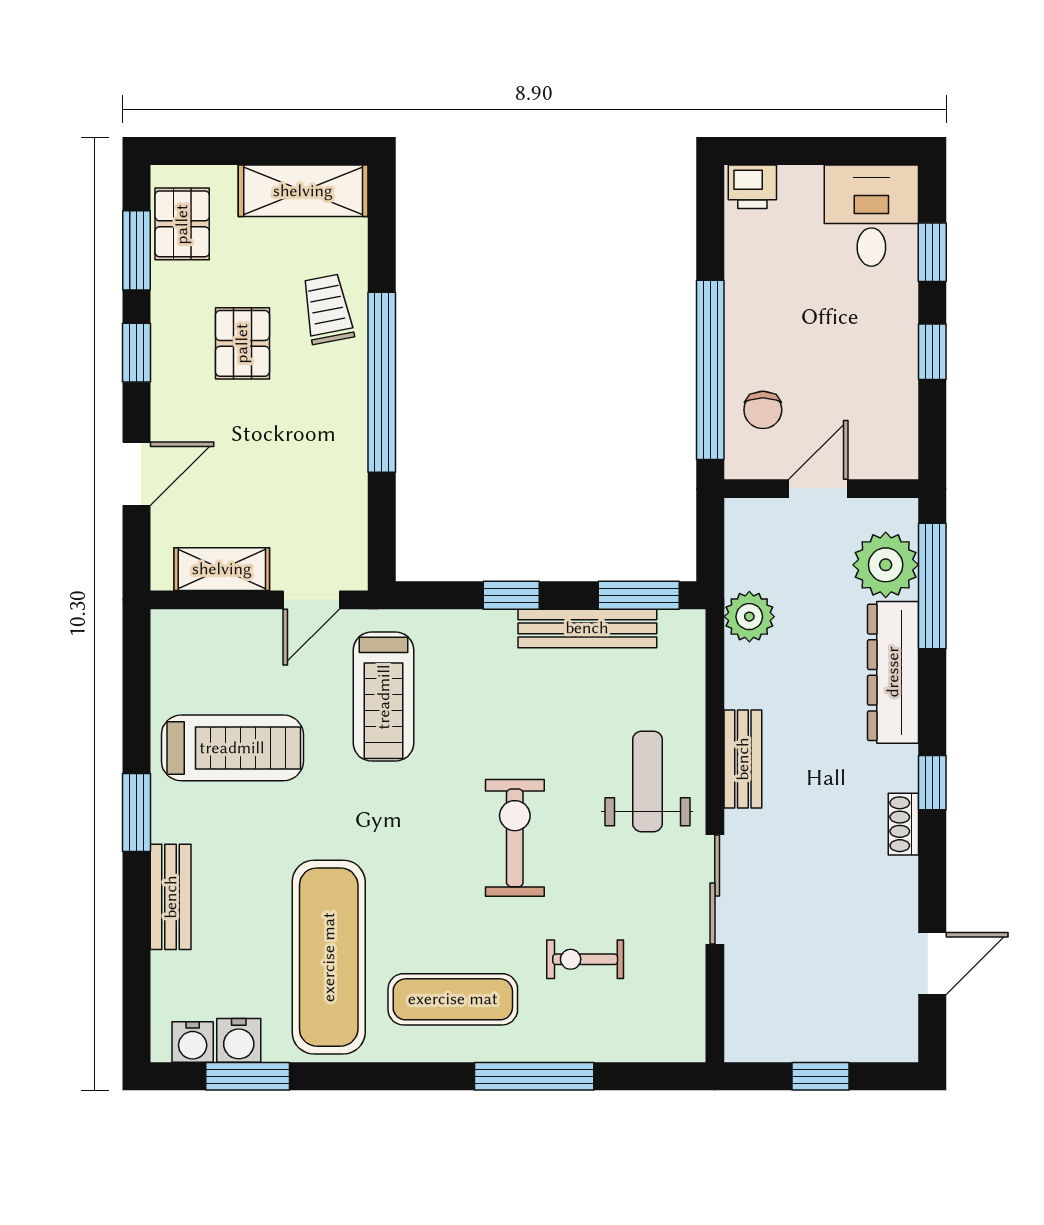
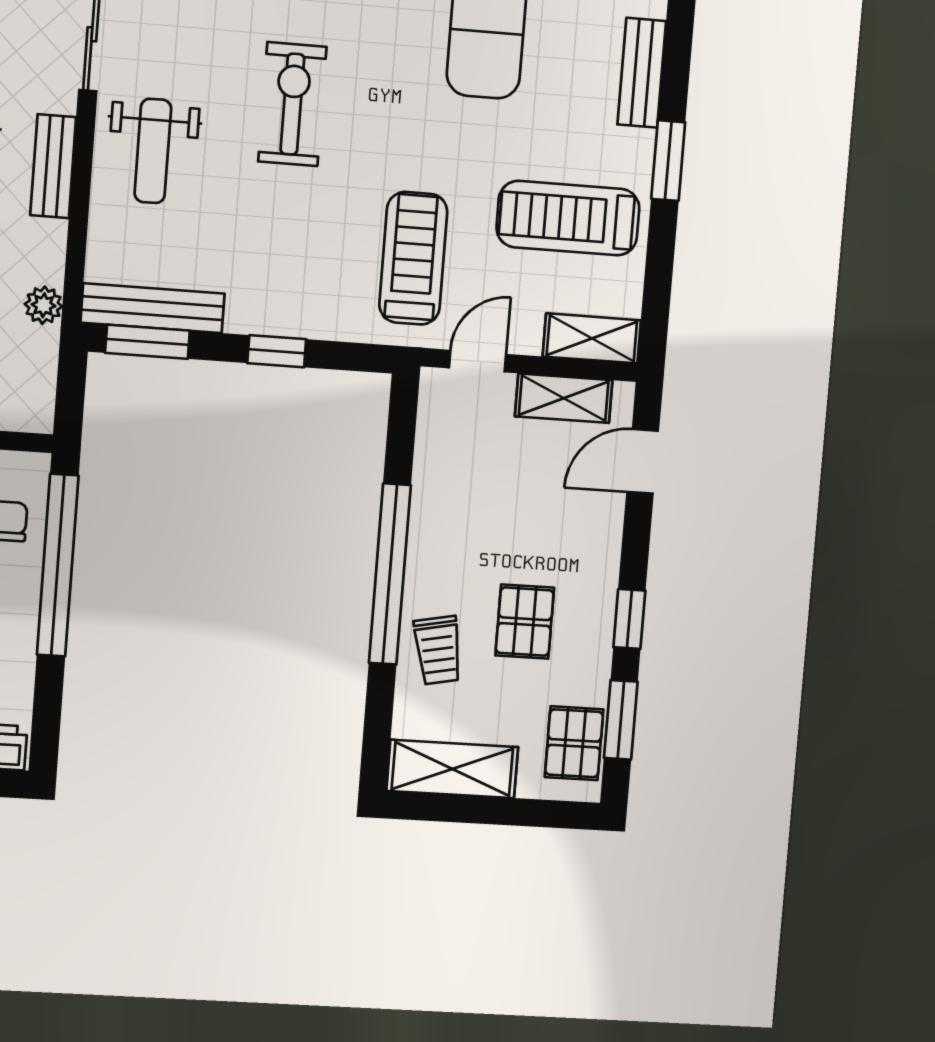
door: (137, 474) -> (643, 461), moved
plant: (749, 617) -> (44, 305), width x0.73, depth x0.73
bench: (587, 628) -> (153, 308), moved
shelving: (198, 631) -> (592, 338), added
exercise bike: (515, 838) -> (292, 104), turned 180

